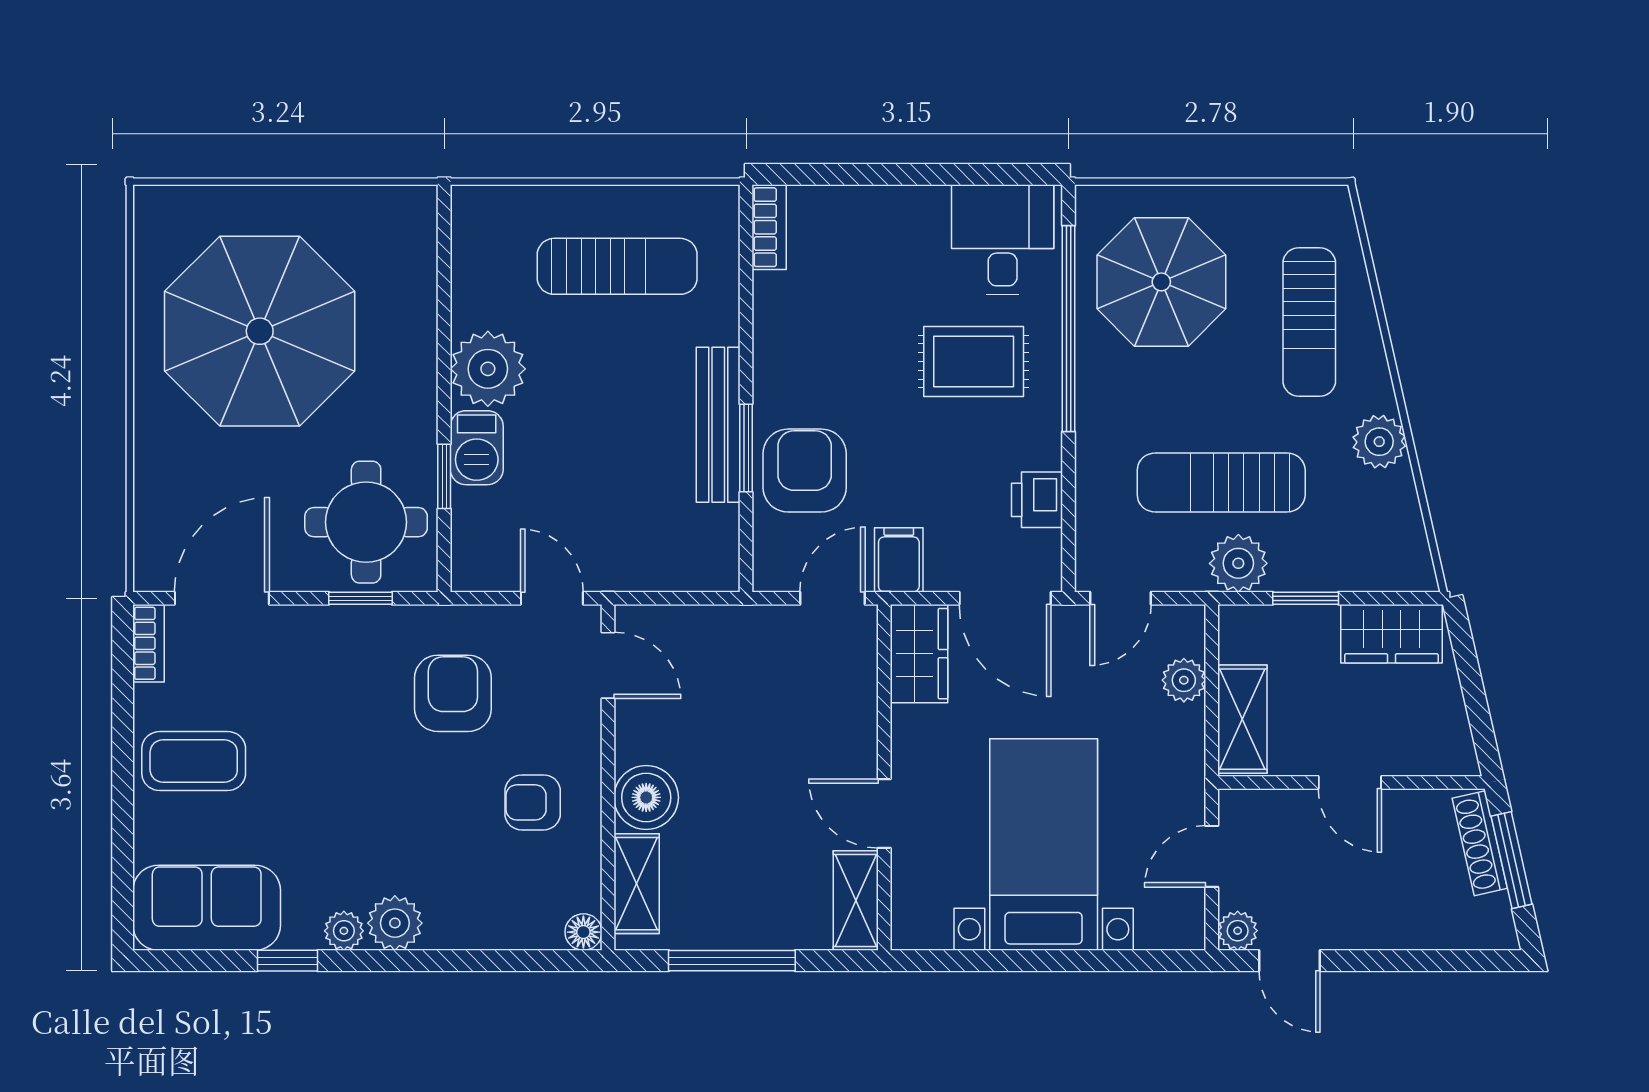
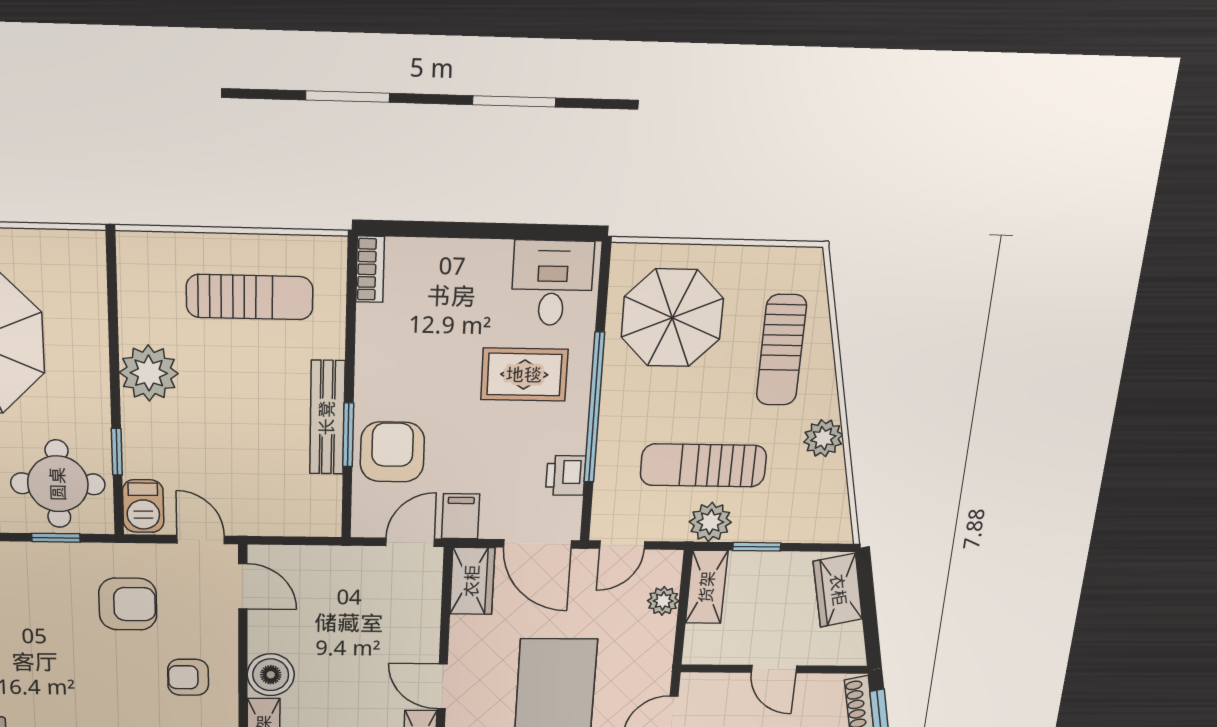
window: (1069, 329) -> (594, 408), moved
barbecue: (477, 448) -> (143, 506), moved
wardrobe: (1391, 634) -> (838, 590), moved, turned 77
armchair: (453, 693) -> (128, 604), turned 90
shelving: (1242, 719) -> (707, 587), moved

